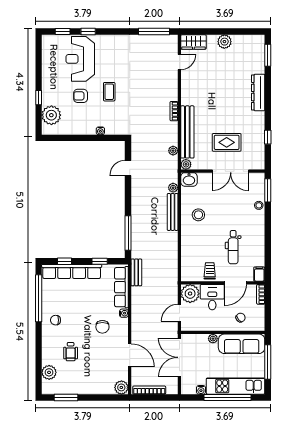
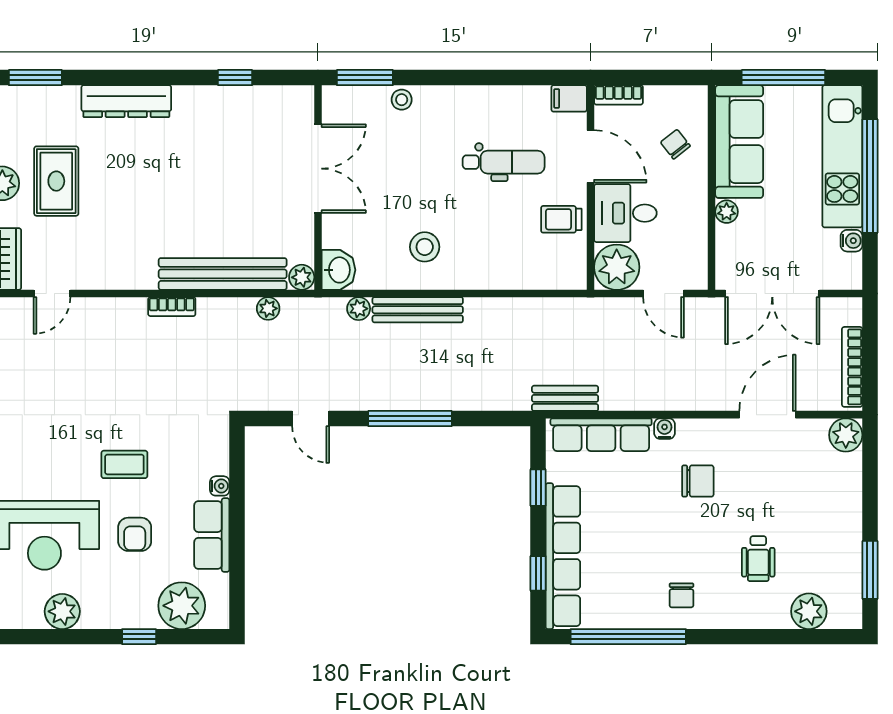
door: (179, 62) -> (52, 293), swing flipped
plant: (49, 66) -> (62, 611), added
row of seats: (80, 128) -> (212, 535), added
rug: (227, 142) -> (56, 181), moved
window: (128, 233) -> (410, 419), moved
wheelchair: (71, 352) -> (758, 559), turned 90

